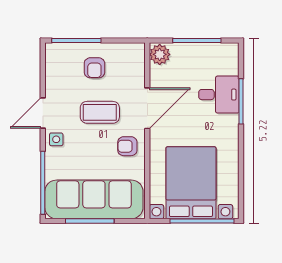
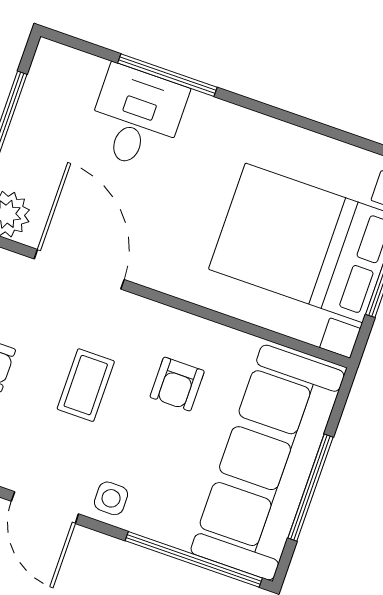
door: (147, 108) -> (79, 269), moved
coffee table: (100, 112) -> (86, 385), width x0.73, depth x0.77
armchair: (127, 146) -> (177, 384), moved

